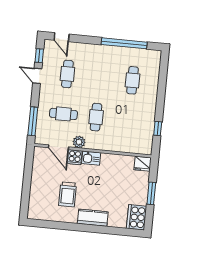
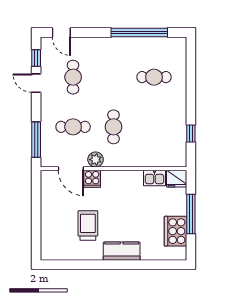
cafe table: (132, 80) -> (154, 77), turned 90
kitchen sink: (91, 158) -> (154, 178), moved
window: (151, 193) -> (191, 214), width x1.44
trolley: (68, 194) -> (88, 225), turned 180
cooker: (137, 217) -> (175, 231), moved

